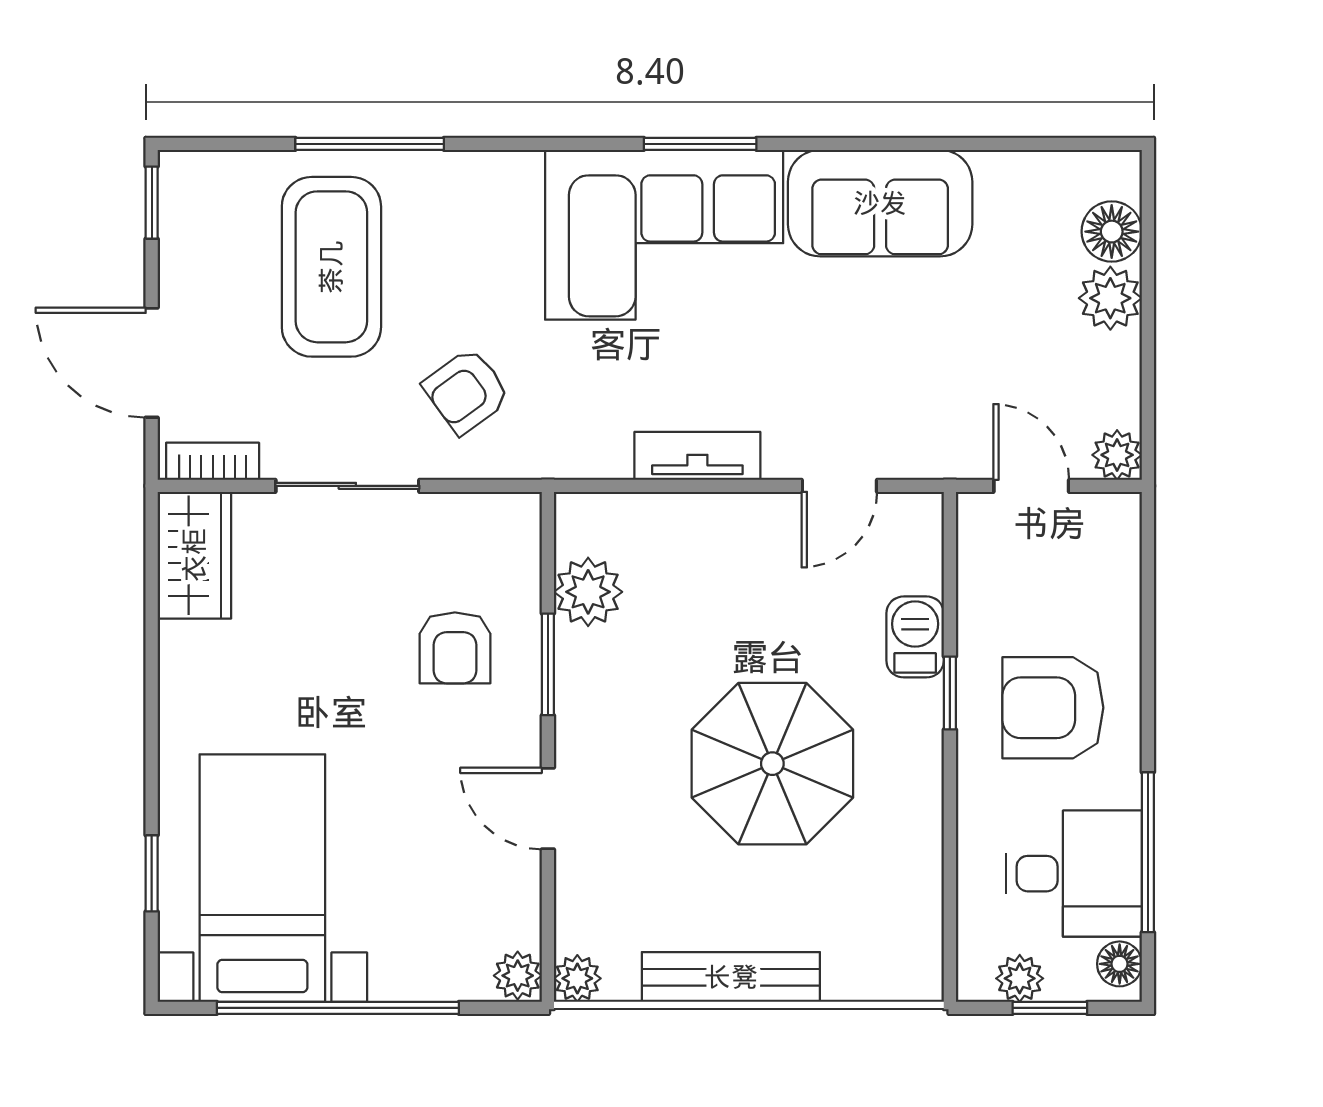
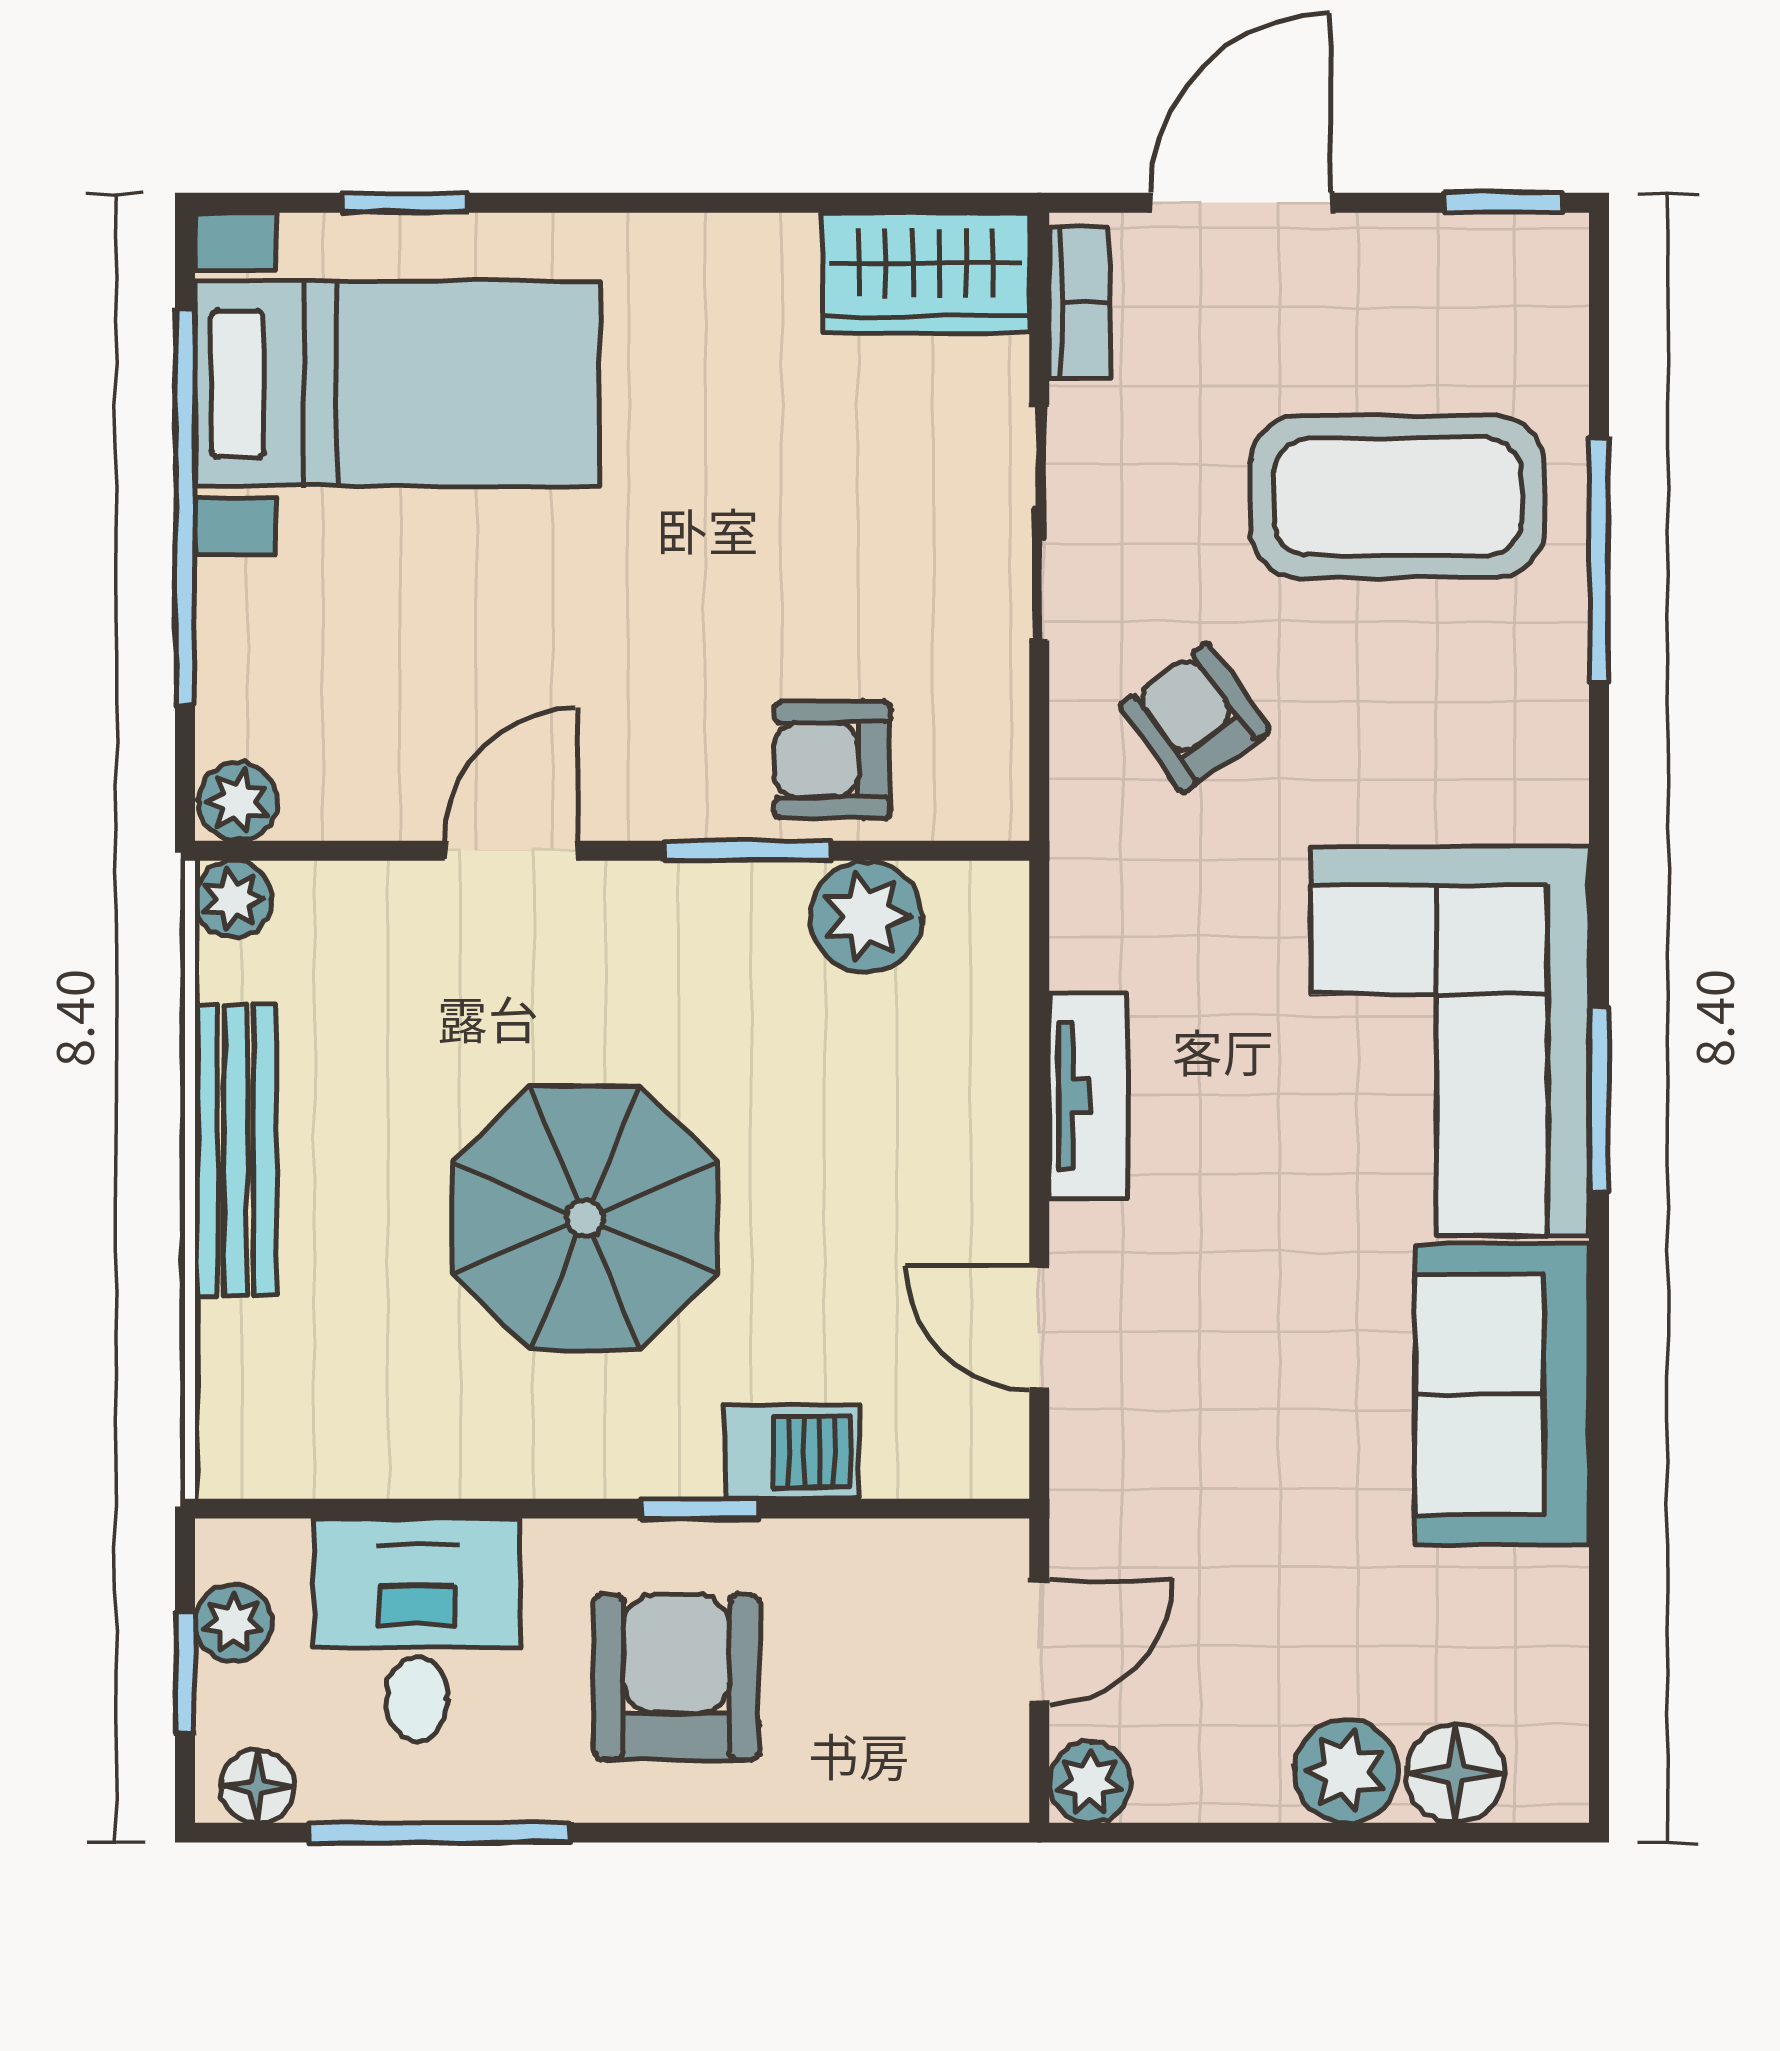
armchair: (455, 648) -> (832, 760), moved
desk: (1074, 874) -> (417, 1630), moved, turned 180

